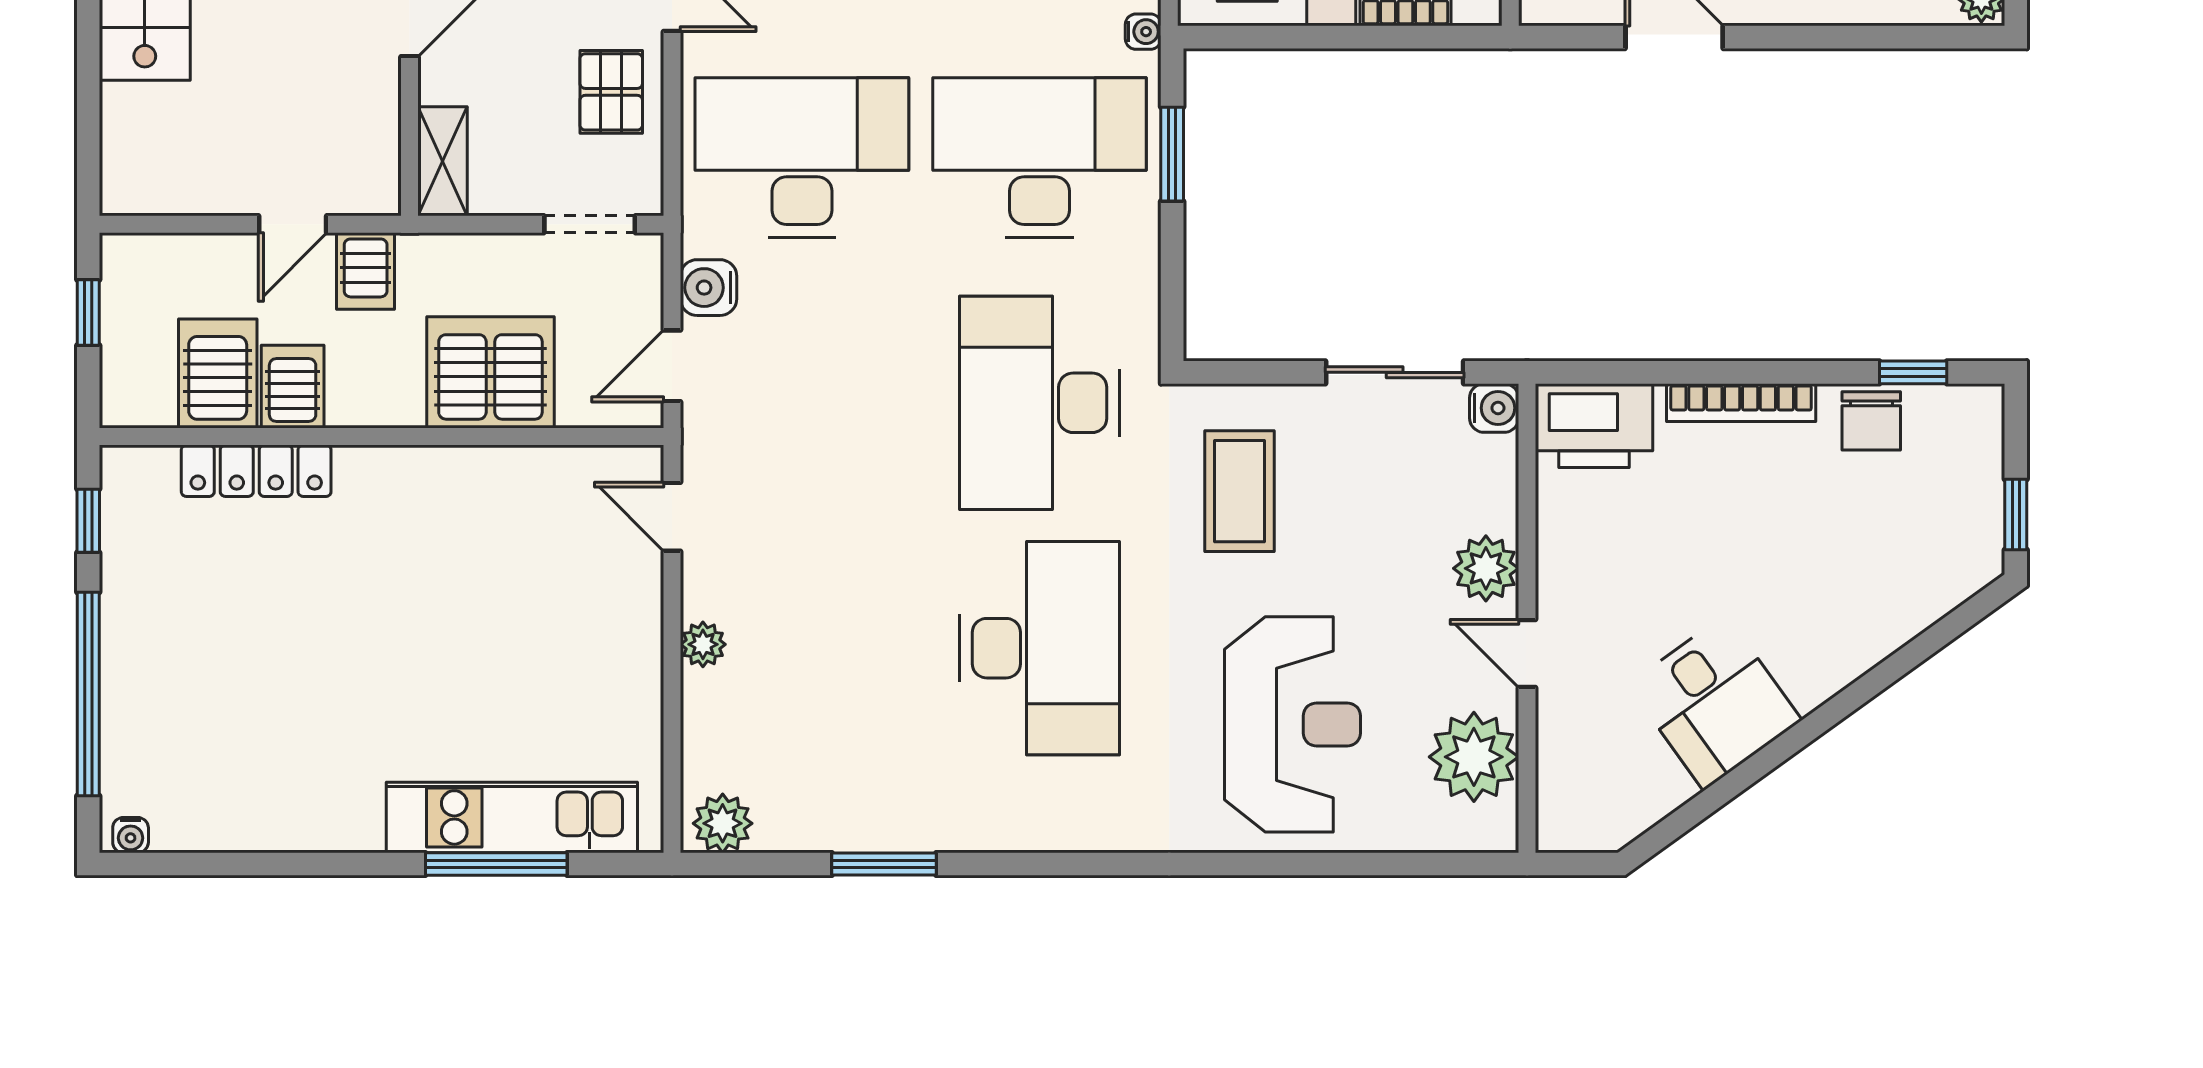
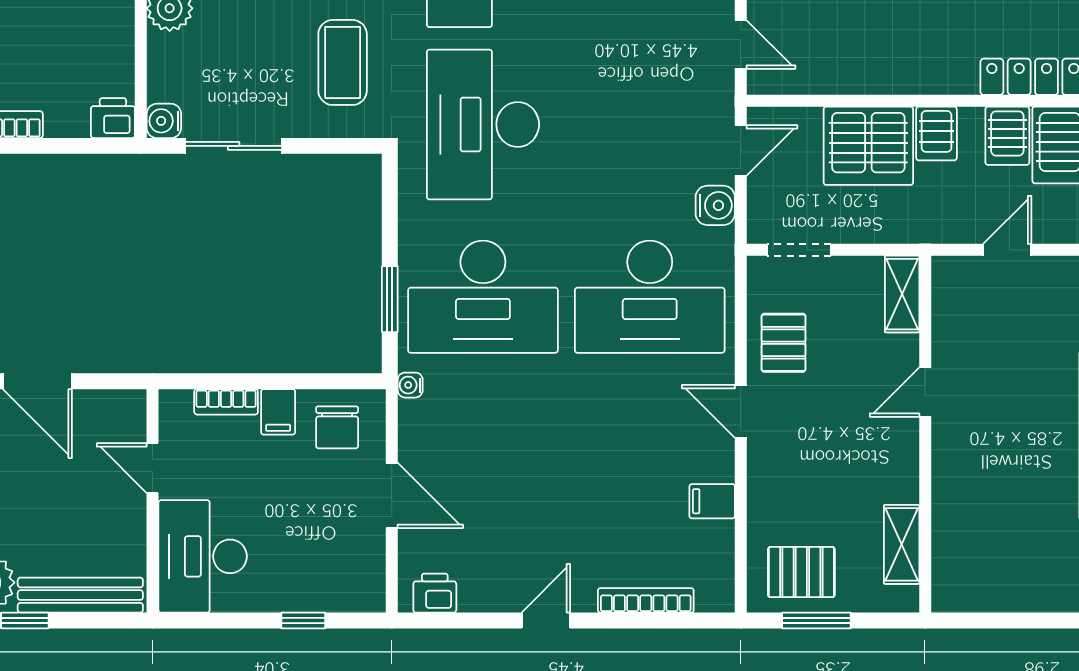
server rack: (366, 271) -> (936, 134), moved, turned 180
desk: (1040, 403) -> (483, 124), turned 180
printer: (1594, 426) -> (113, 118), width x0.53, depth x0.68

